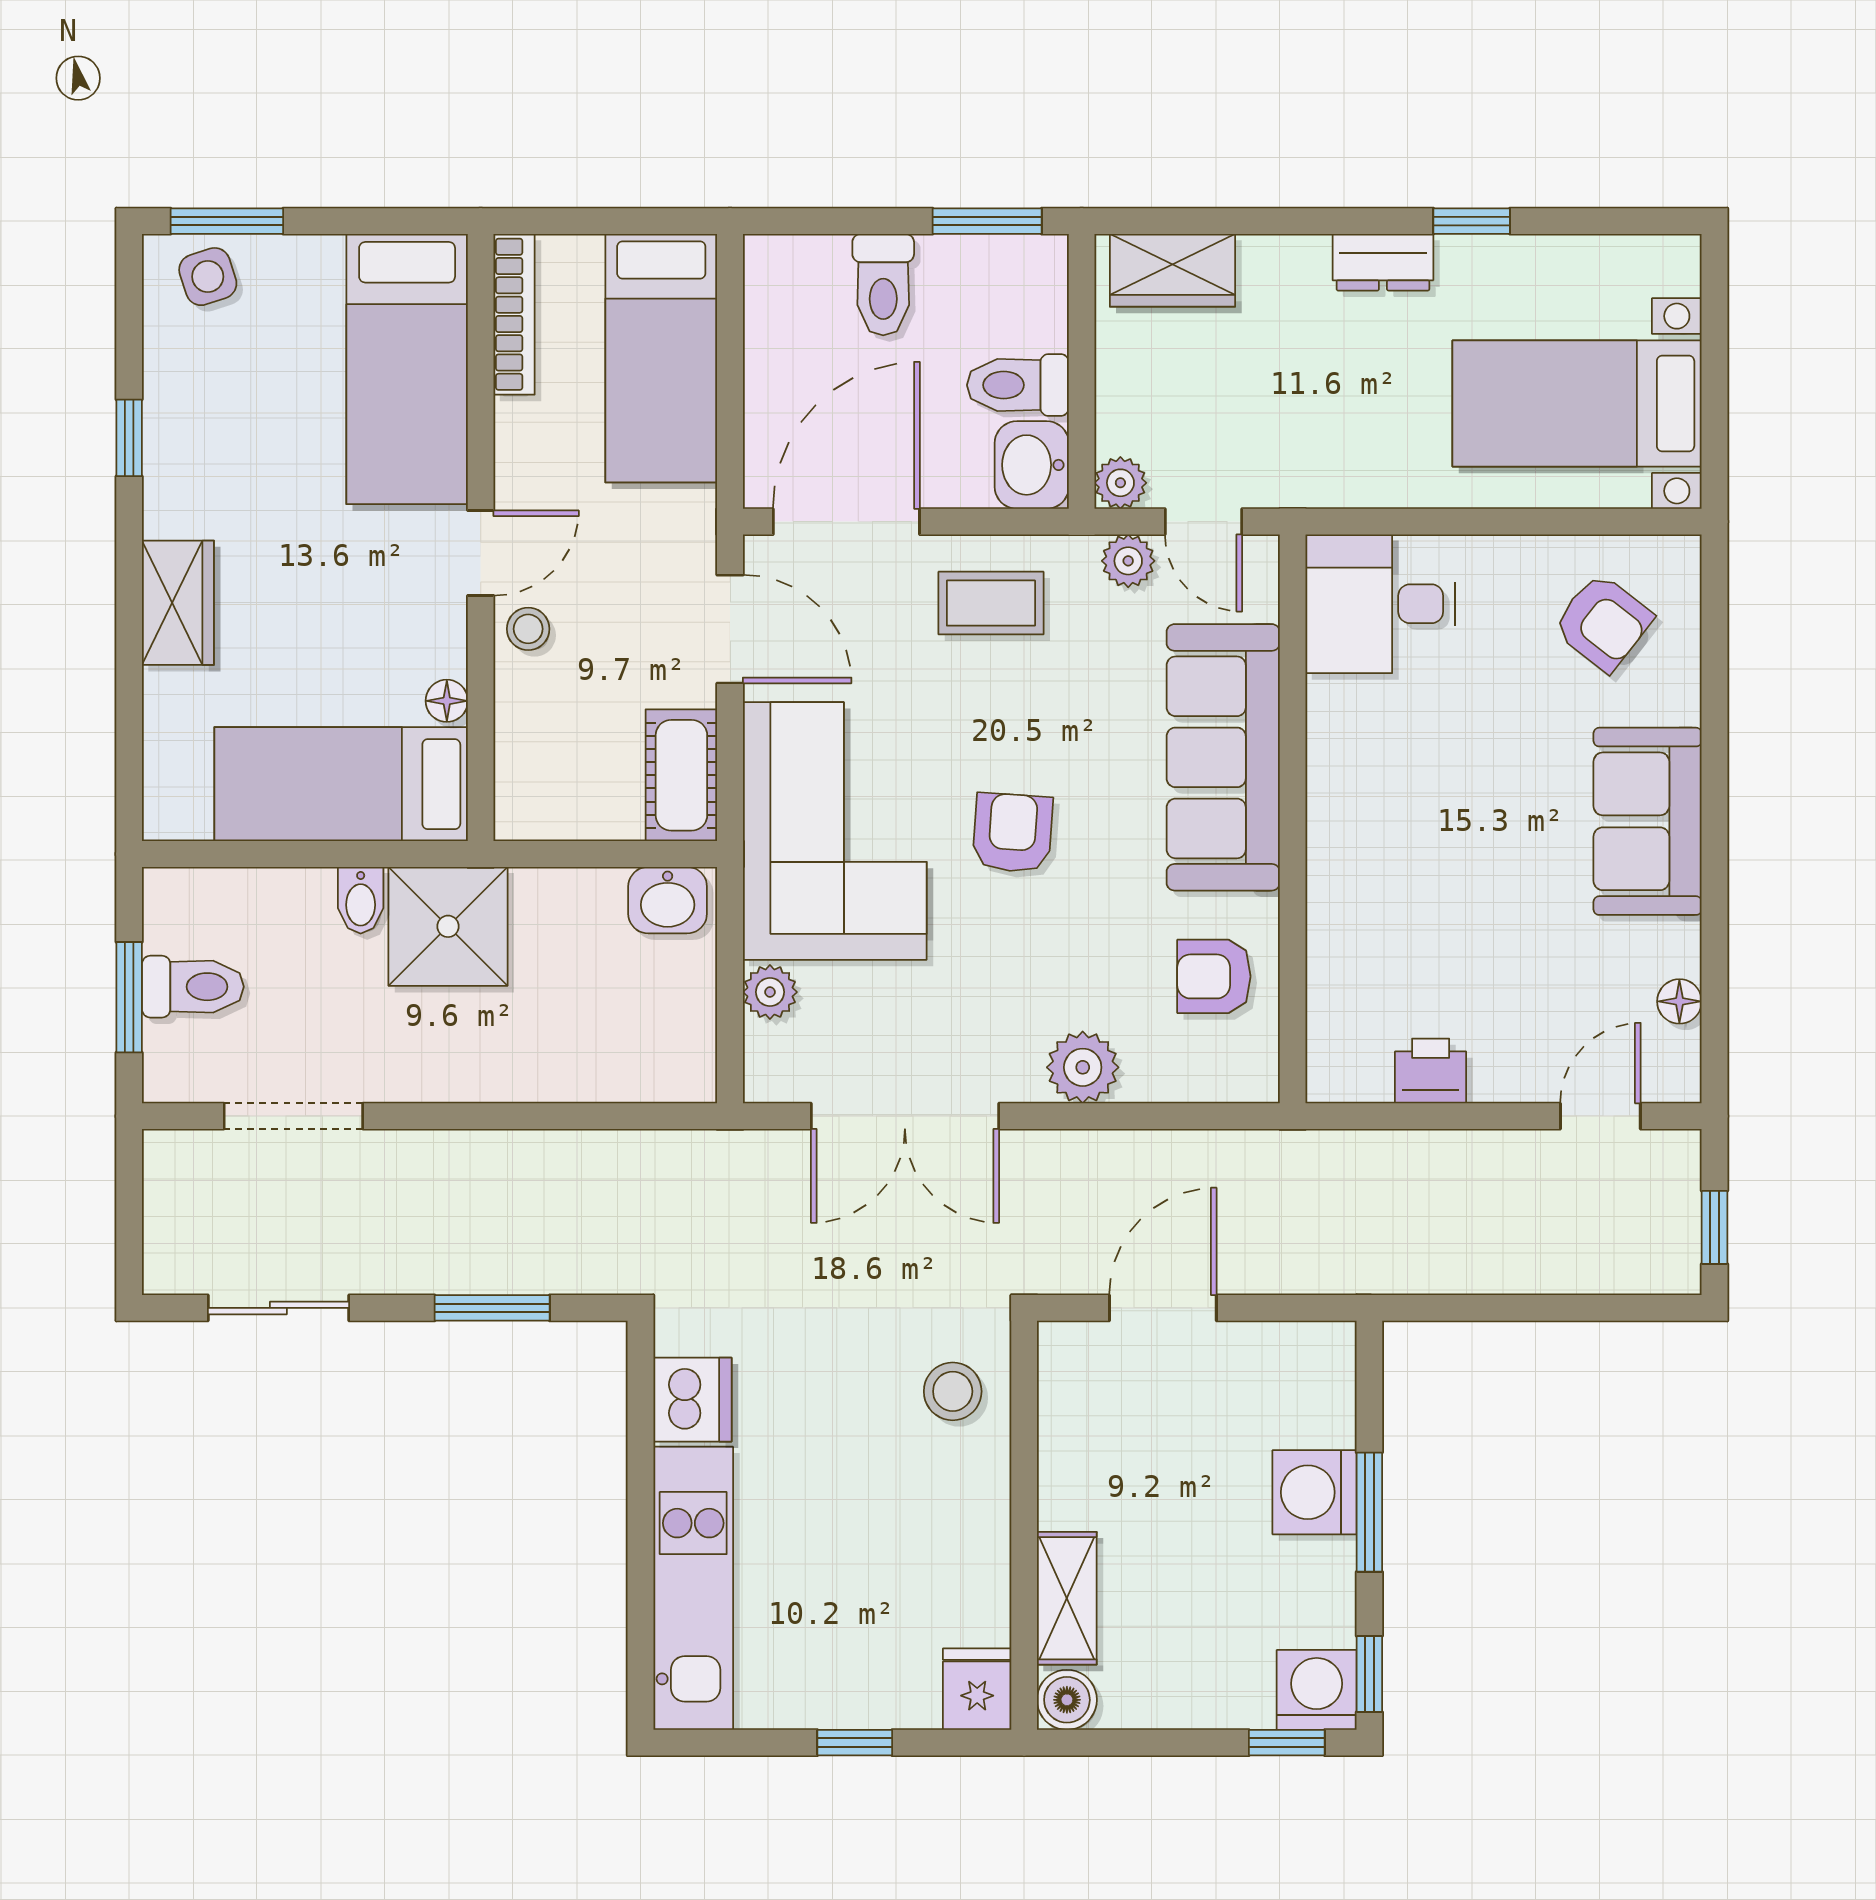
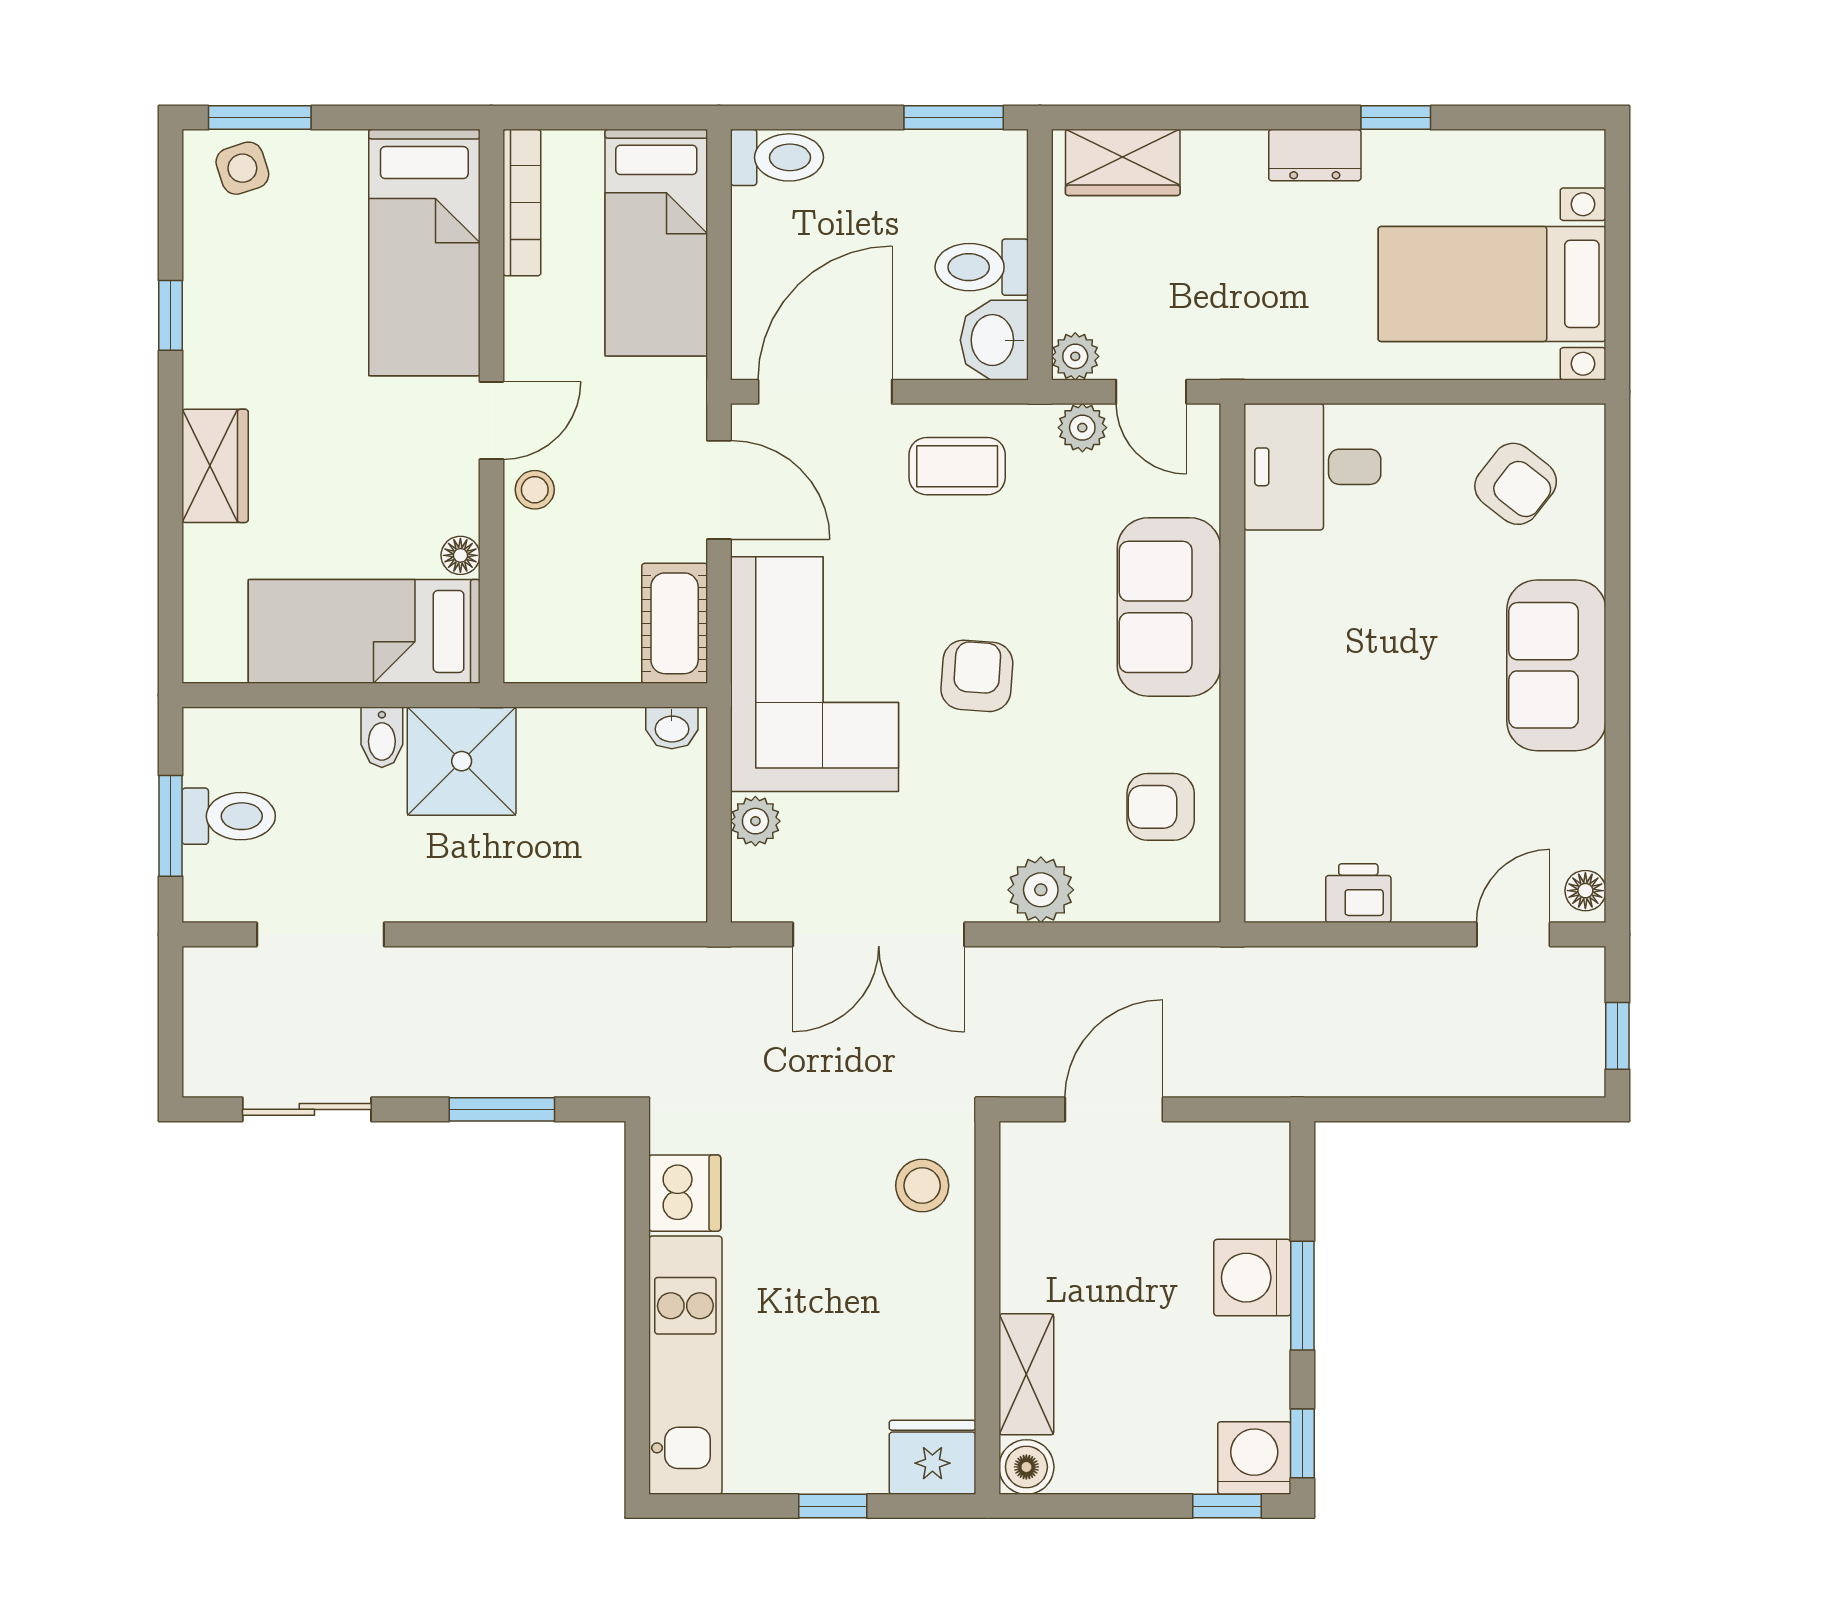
toilet: (883, 285) -> (777, 157), moved, turned -90
sofa: (1223, 757) -> (1169, 607), width x0.73
washbasin: (668, 900) -> (672, 728), width x0.72, depth x0.69
floor lamp: (1679, 1001) -> (1585, 891), moved
fridge: (977, 1689) -> (932, 1457), width x1.38

